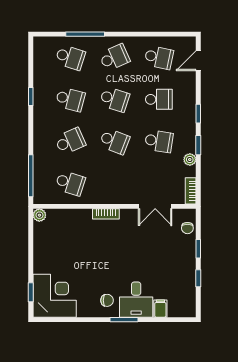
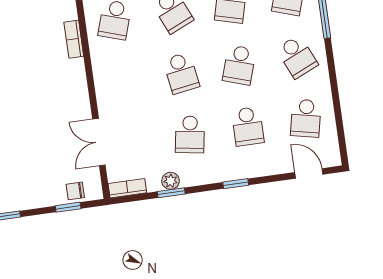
school desk: (114, 141) -> (181, 73), turned -30
window: (198, 145) -> (171, 193), moved
bookcase: (106, 214) -> (74, 39), moved
window: (198, 249) -> (68, 207), moved

